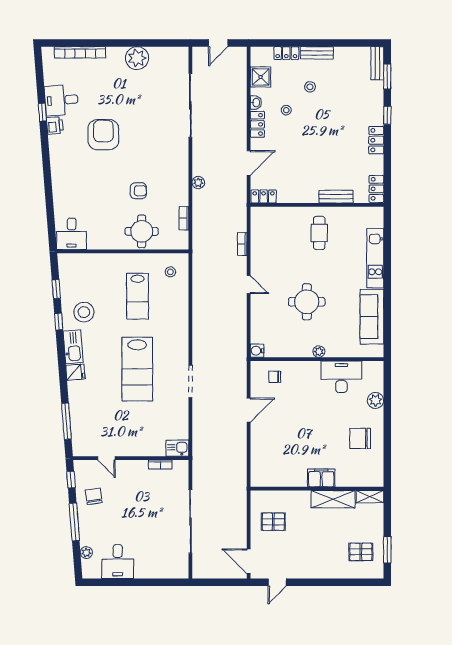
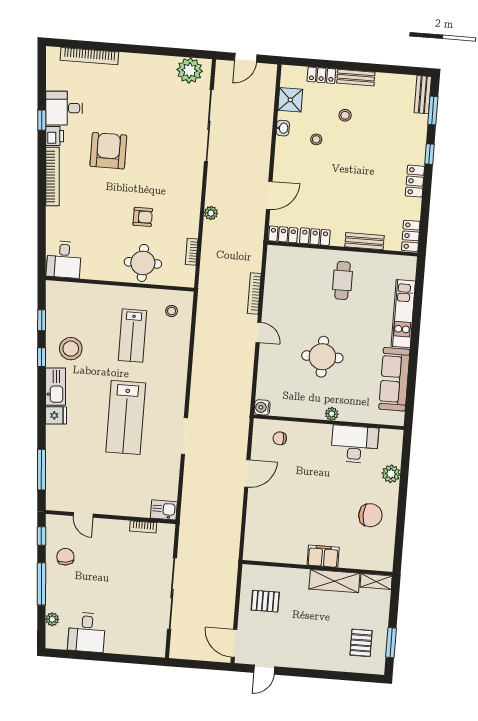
plant: (137, 58) -> (190, 70), moved
locker: (257, 124) -> (315, 237), moved, turned -90
bookcase: (56, 161) -> (52, 176), added
bookcase: (242, 244) -> (254, 293), width x1.56
chair: (360, 438) -> (370, 515), turned 180
pallet: (361, 552) -> (361, 643), turned 90

